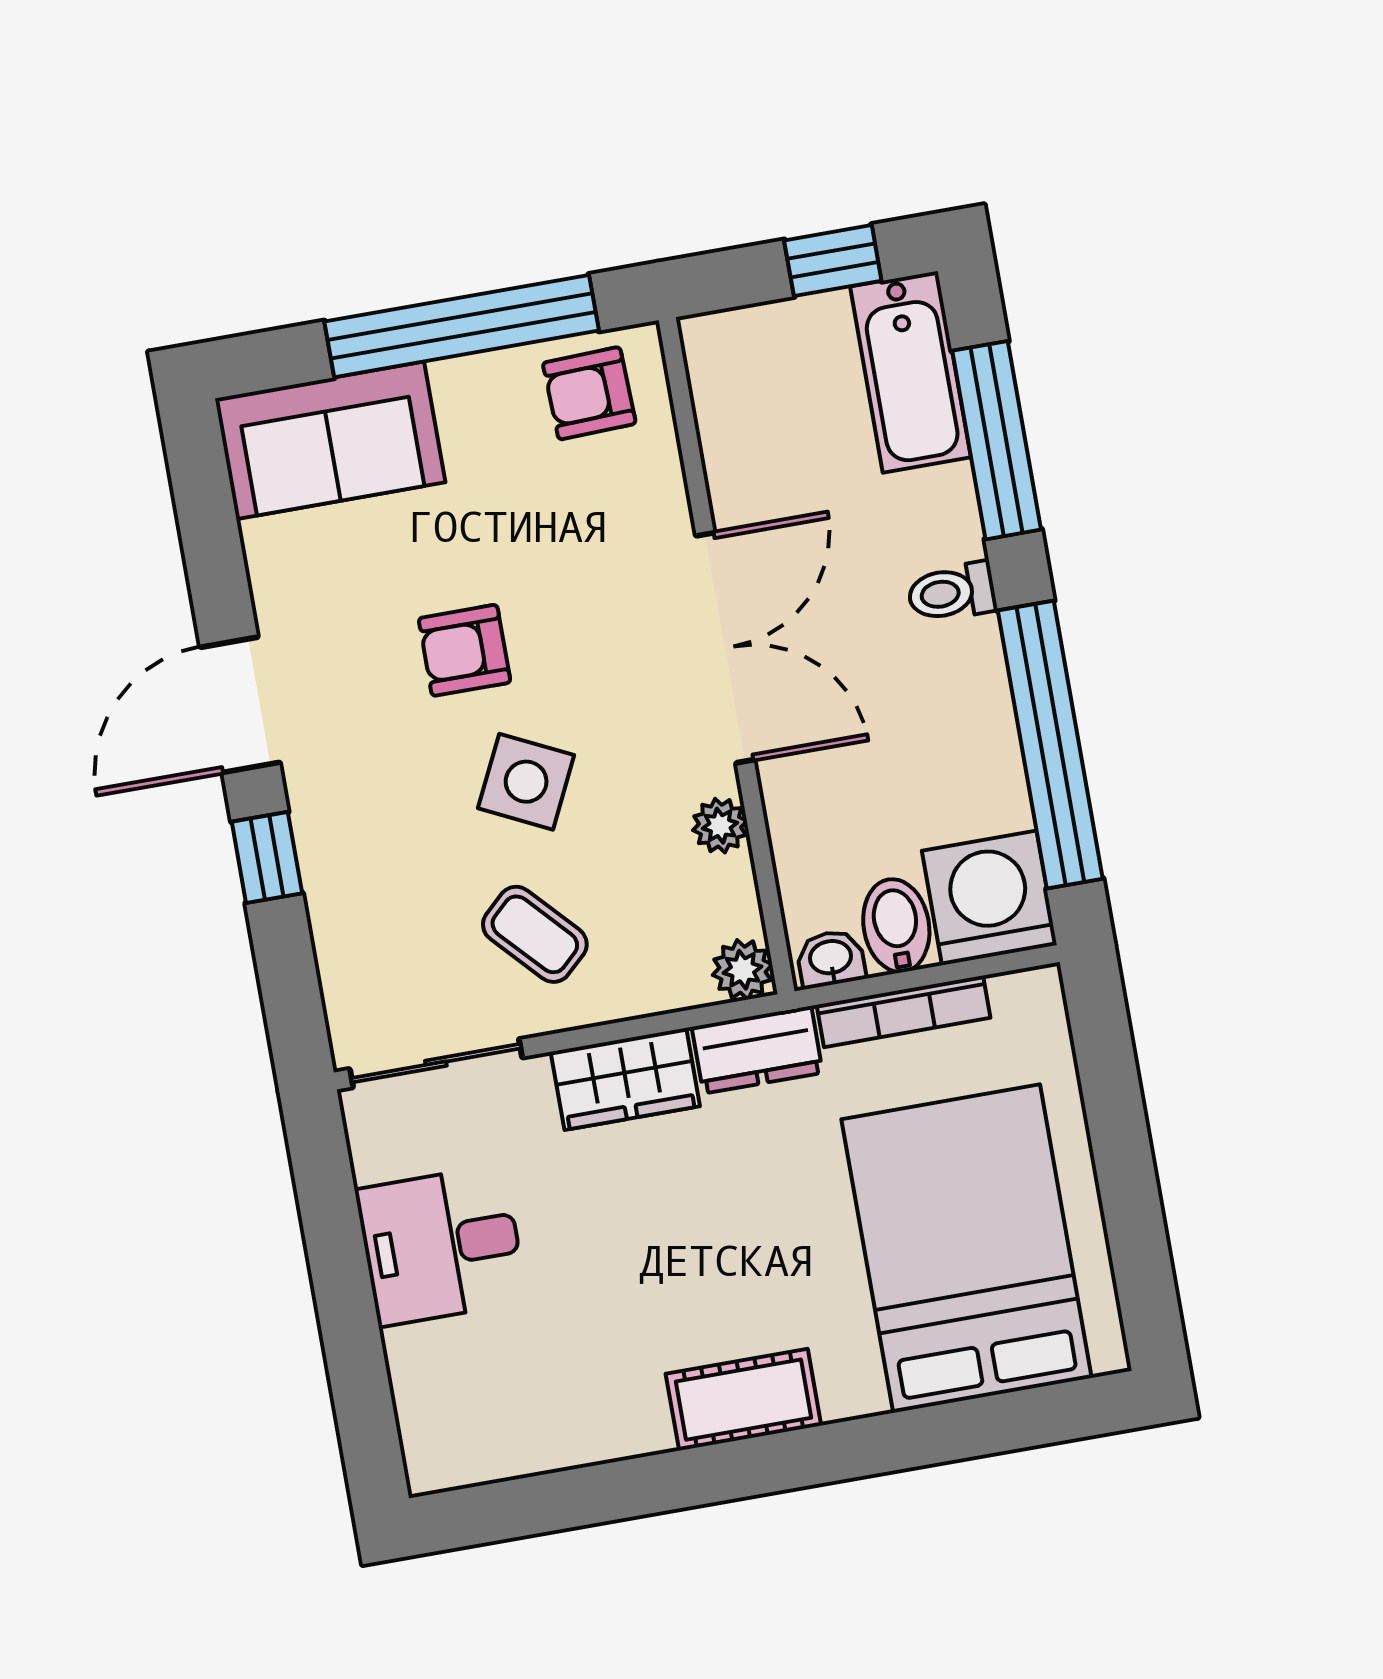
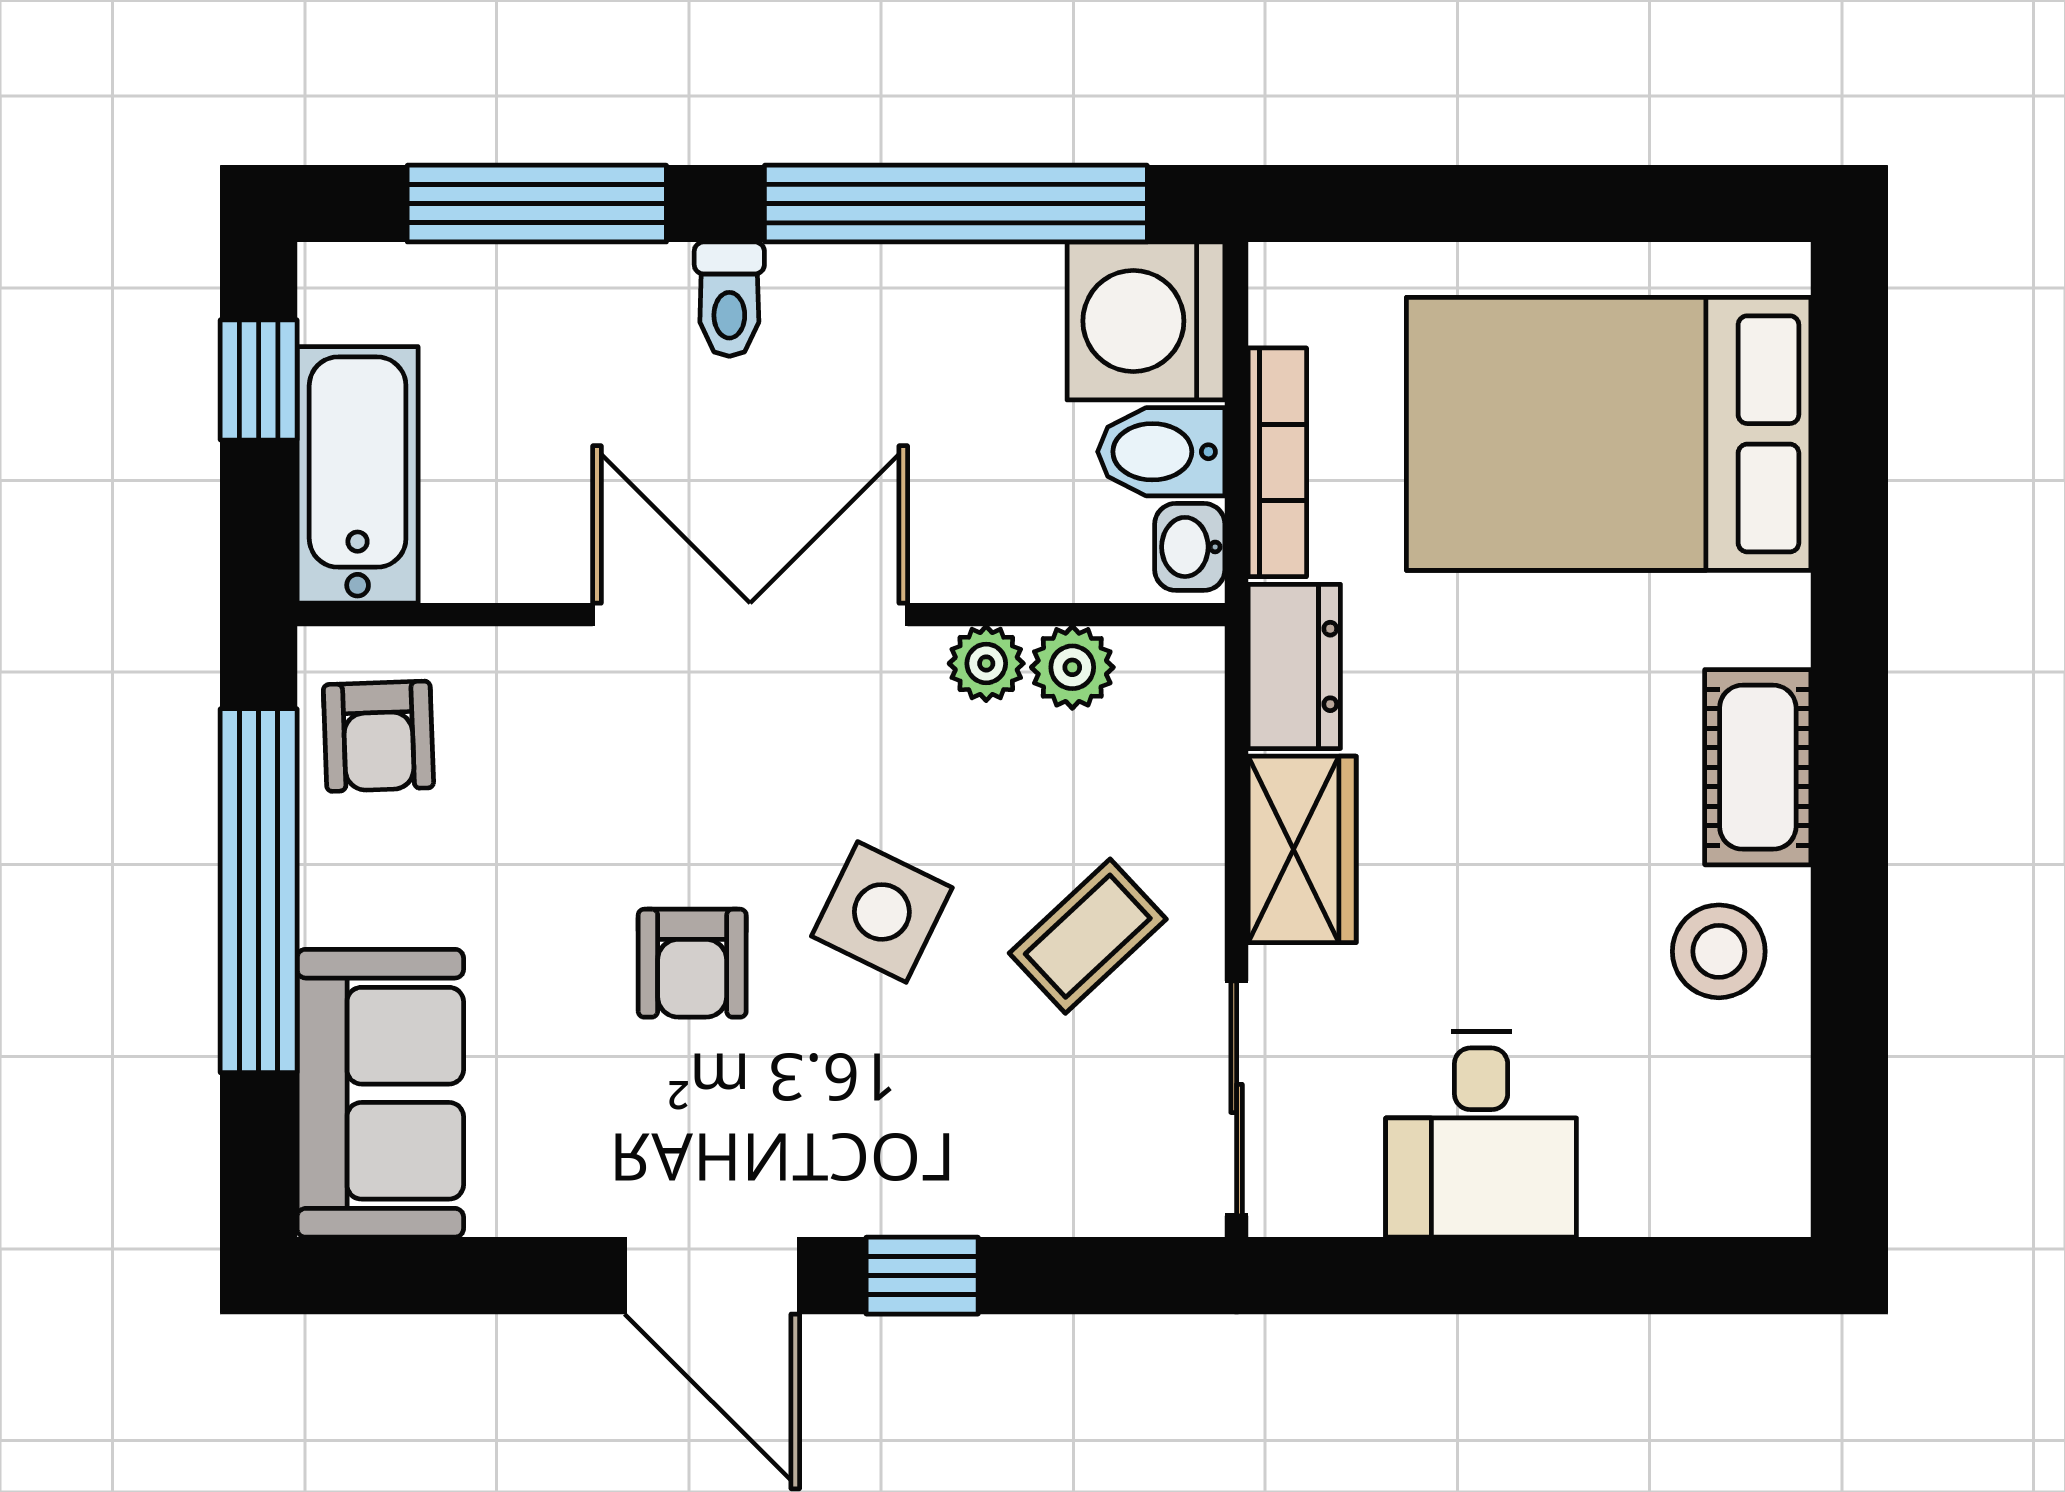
bathtub: (910, 372) -> (358, 475), moved, turned -90
plant: (743, 970) -> (1072, 667), moved
stool: (605, 1395) -> (1719, 951), added

